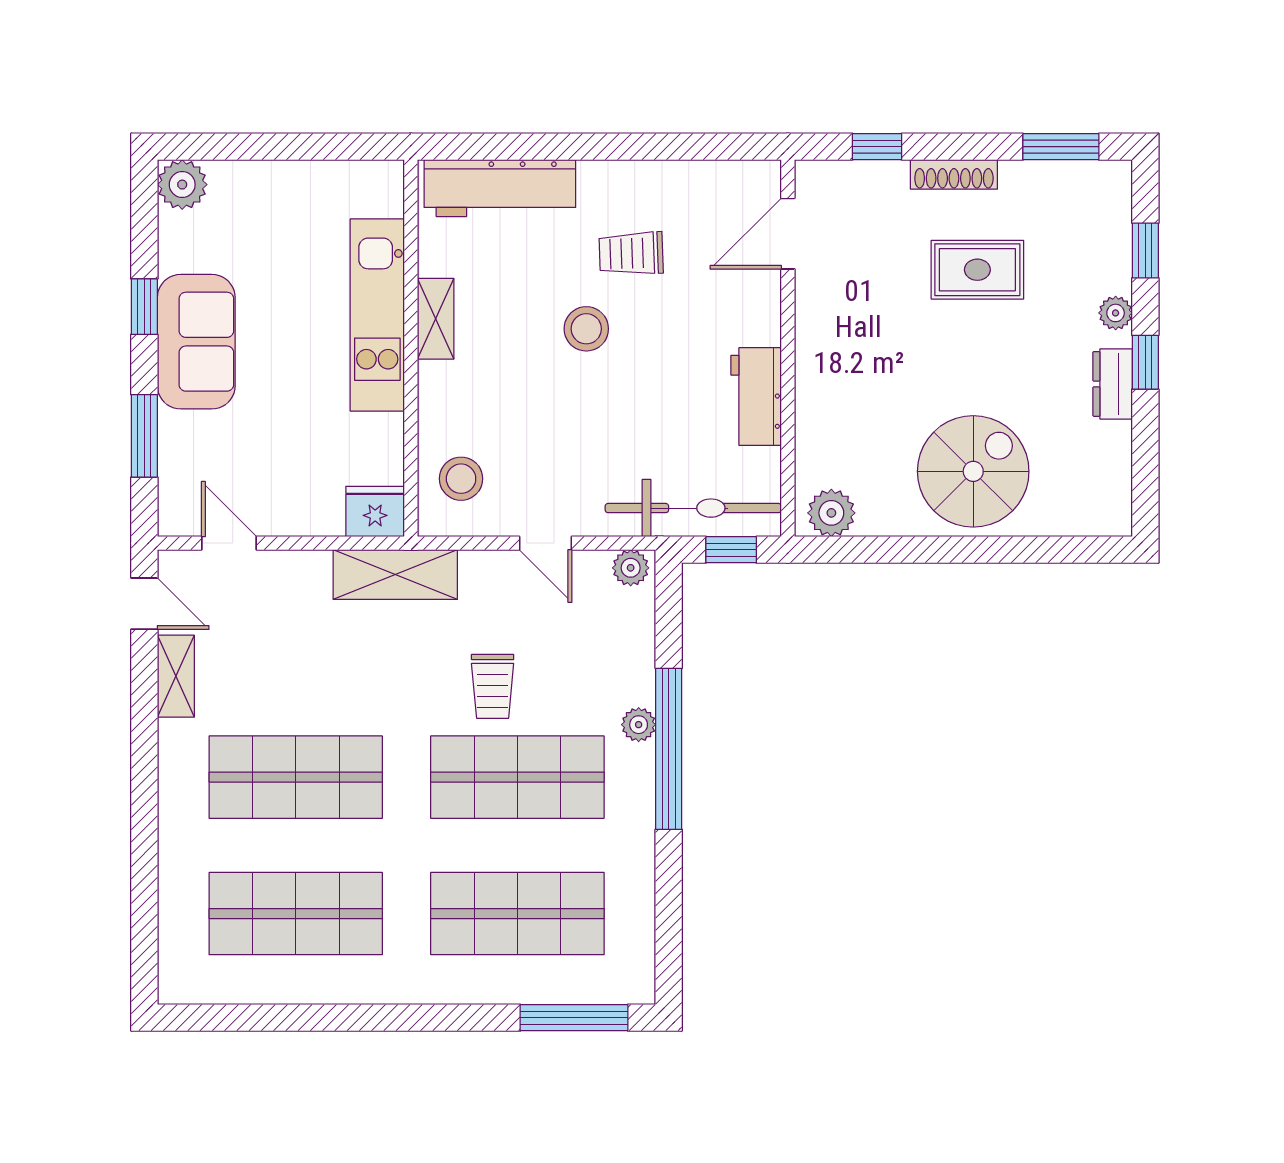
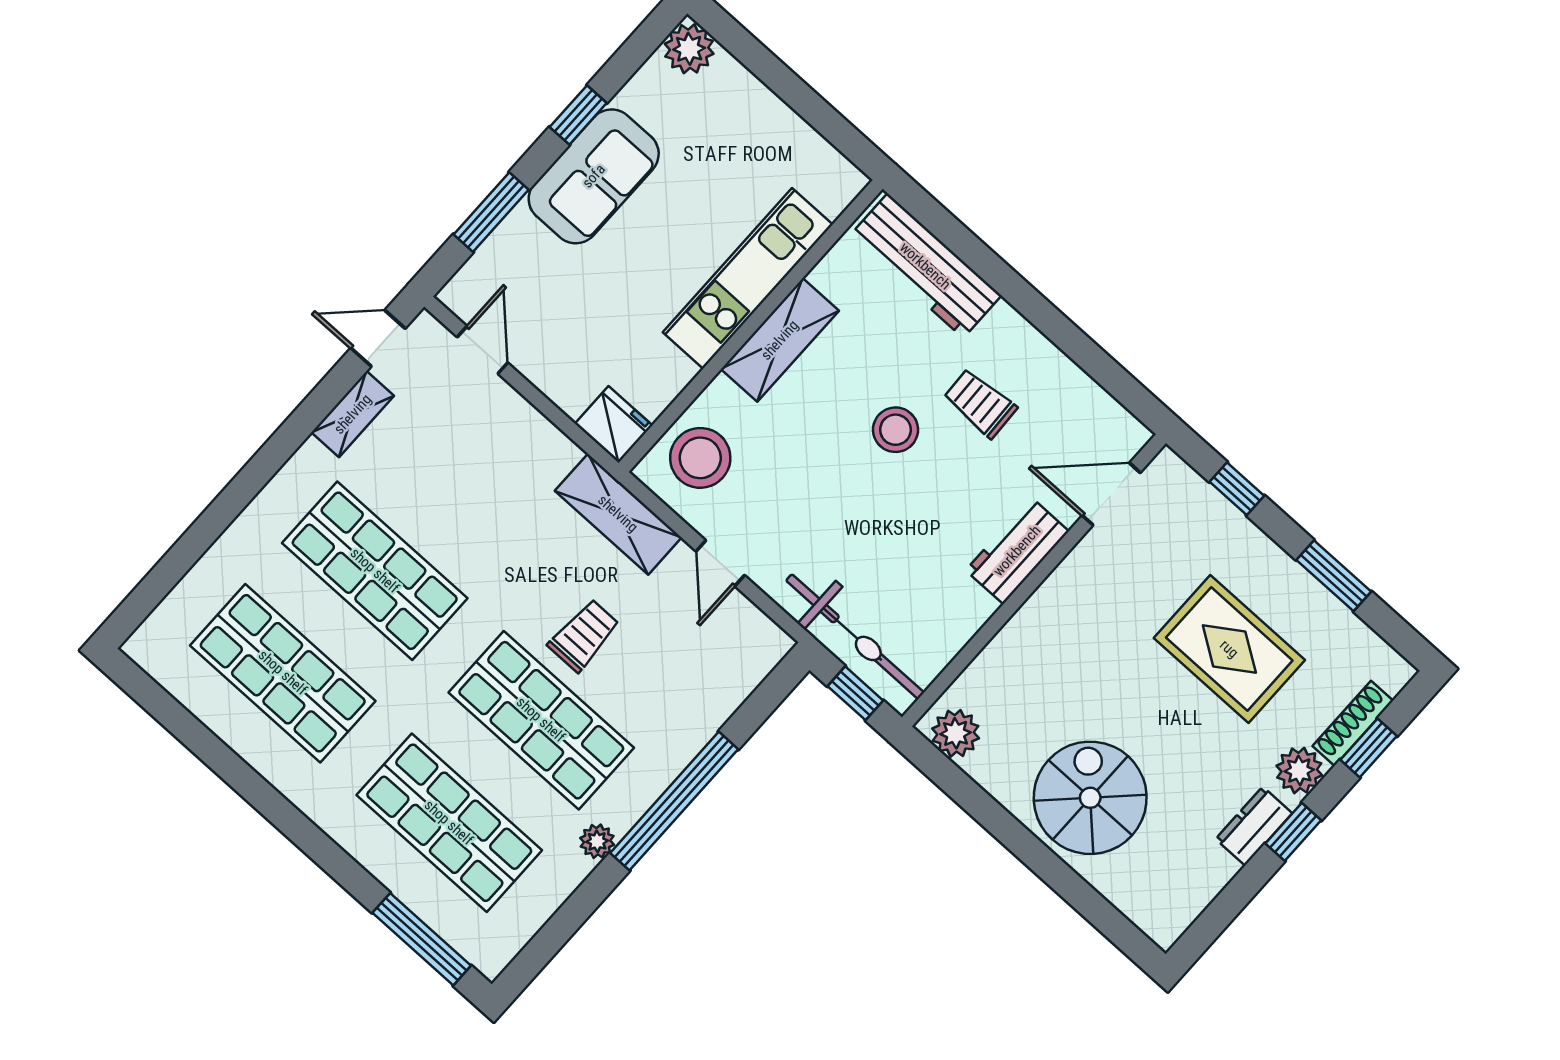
window: (1061, 147) -> (1334, 576), moved
shoe rack: (954, 174) -> (1353, 723), moved, turned 90
rug: (977, 270) -> (1229, 649), width x1.36, depth x1.43
plant: (1116, 313) -> (1299, 770), width x1.38, depth x1.38
shelving: (436, 319) -> (780, 340), width x1.50, depth x1.33
workbench: (756, 397) -> (1017, 551), moved
spiral stairs: (973, 471) -> (1090, 798), turned -90
stool: (461, 479) -> (700, 458), width x1.38, depth x1.38
plant: (631, 568) -> (768, 639), removed
shelving: (395, 575) -> (618, 514), moved
door: (144, 604) -> (378, 338), swing flipped
trolley: (493, 686) -> (584, 635), turned 180
plant: (639, 725) -> (597, 841), moved

